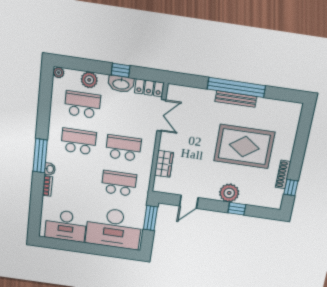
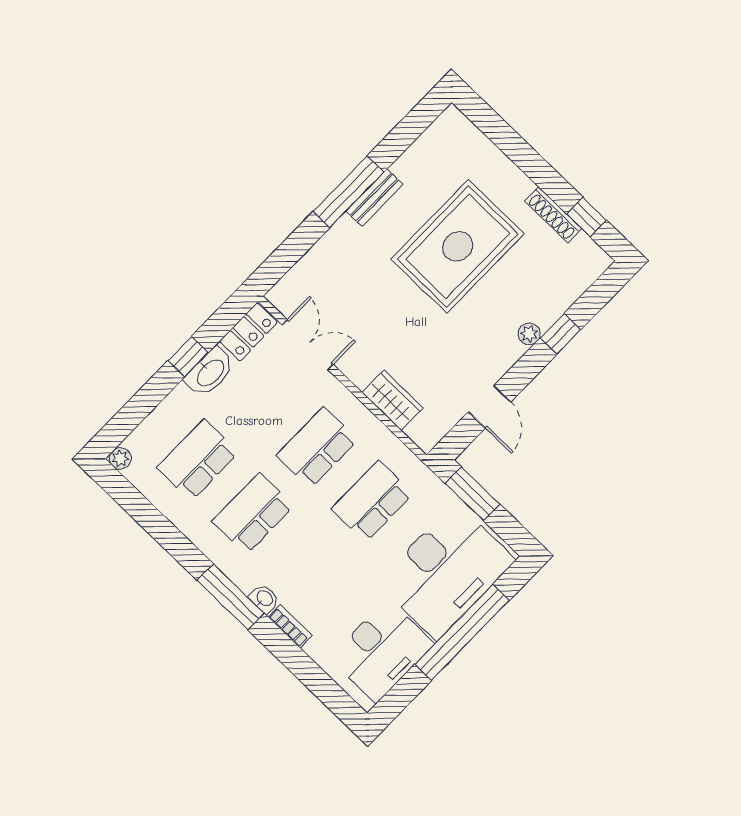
plant: (89, 80) -> (167, 418), removed
window: (236, 87) -> (348, 192), width x0.68
bench: (236, 99) -> (374, 198), width x0.73
plant: (229, 193) -> (529, 334), width x0.53, depth x0.53
window: (96, 249) -> (462, 632), added

